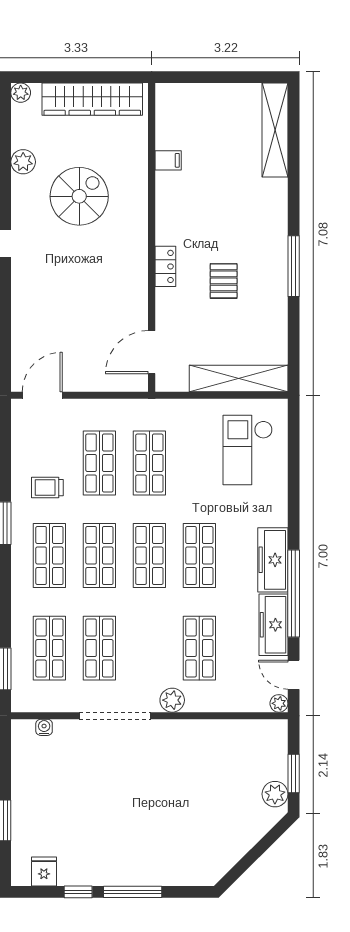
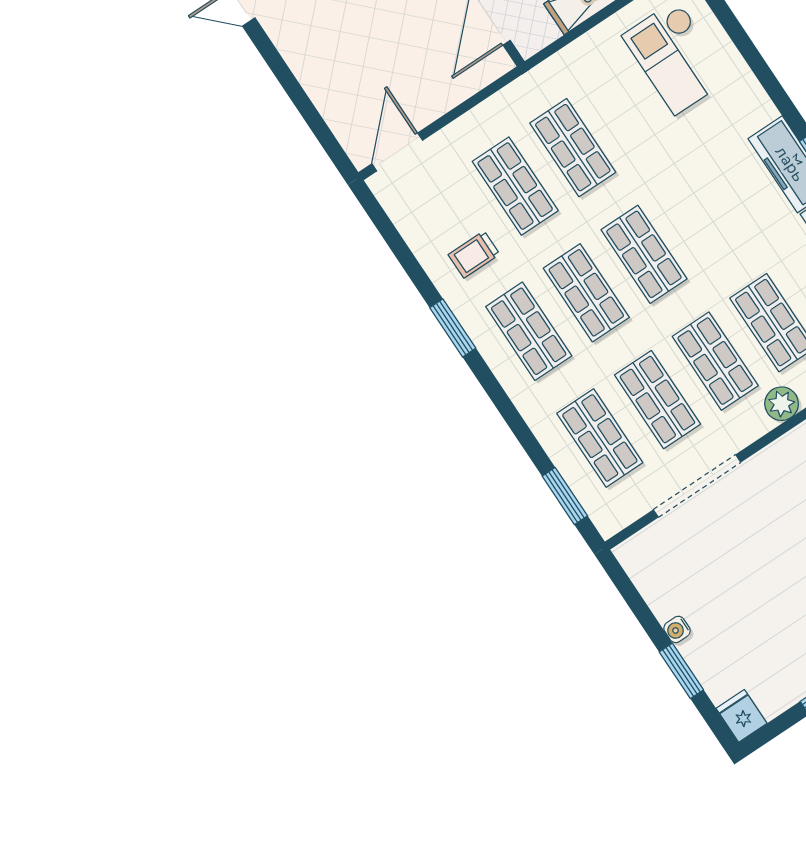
shop shelf: (199, 556) -> (715, 361), moved
doorway: (115, 716) -> (697, 486), moved
water cooler: (44, 727) -> (677, 629), moved, turned -90
fridge: (44, 871) -> (742, 716), moved

